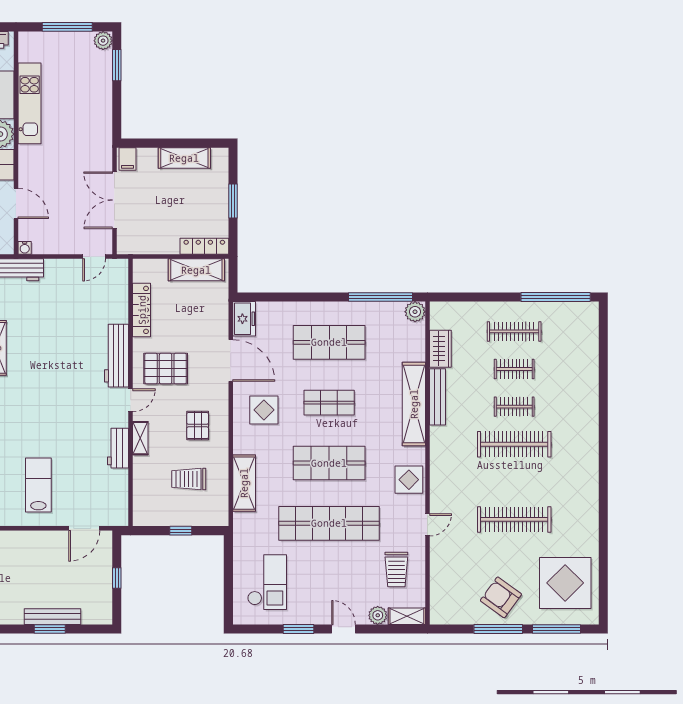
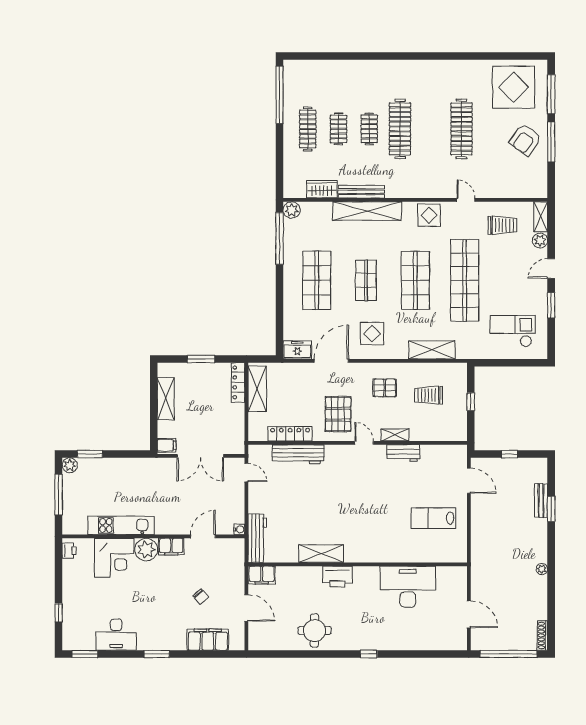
workbench: (116, 356) -> (298, 454), moved
trolley: (189, 479) -> (428, 395), turned 90
bench: (52, 617) -> (541, 500), width x0.73

